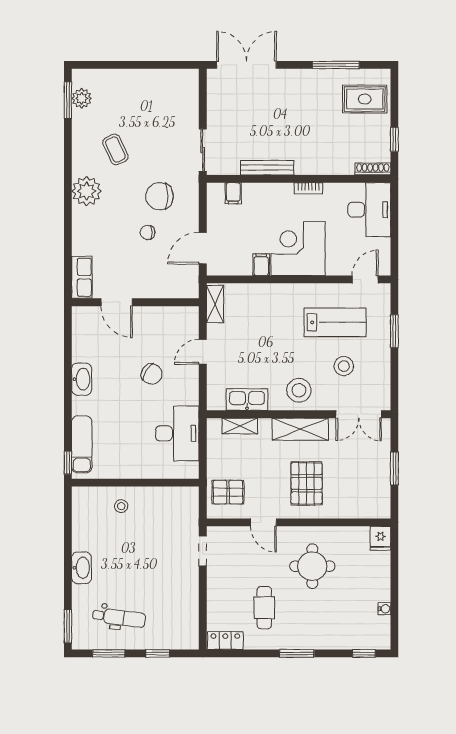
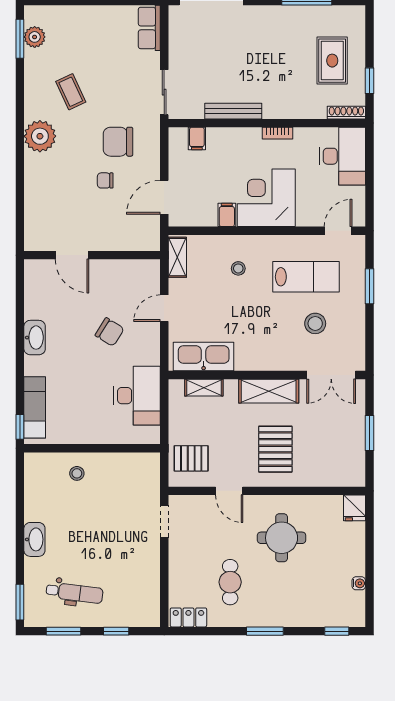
rug: (365, 99) -> (332, 61), moved, turned 90
row of seats: (82, 277) -> (149, 28), moved, turned 180
stool: (299, 390) -> (238, 268), moved, width x0.53, depth x0.53
kitchen sink: (247, 400) -> (204, 357), width x1.36, depth x1.24

